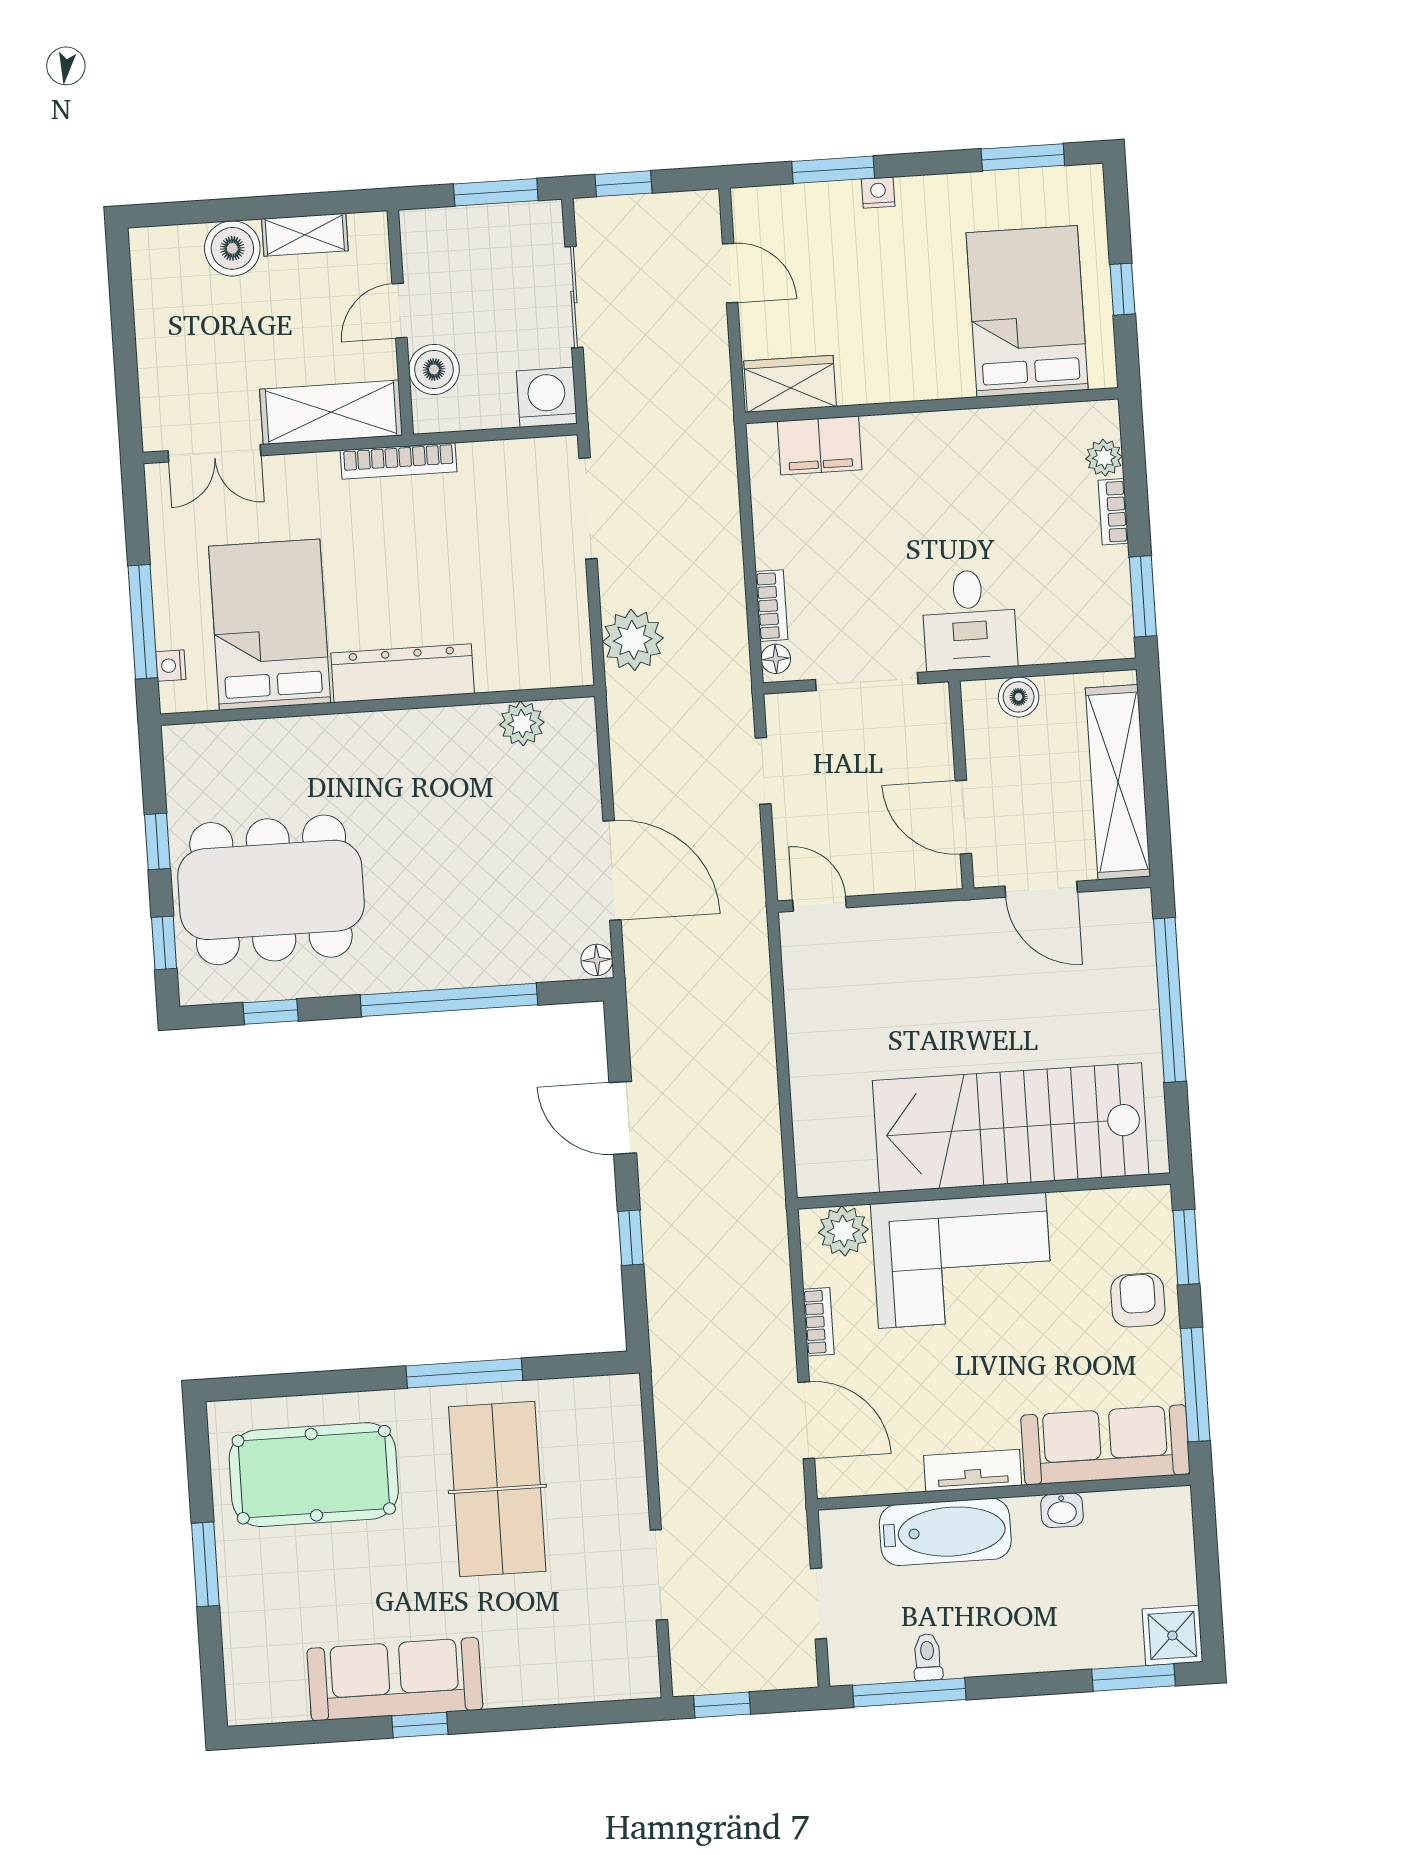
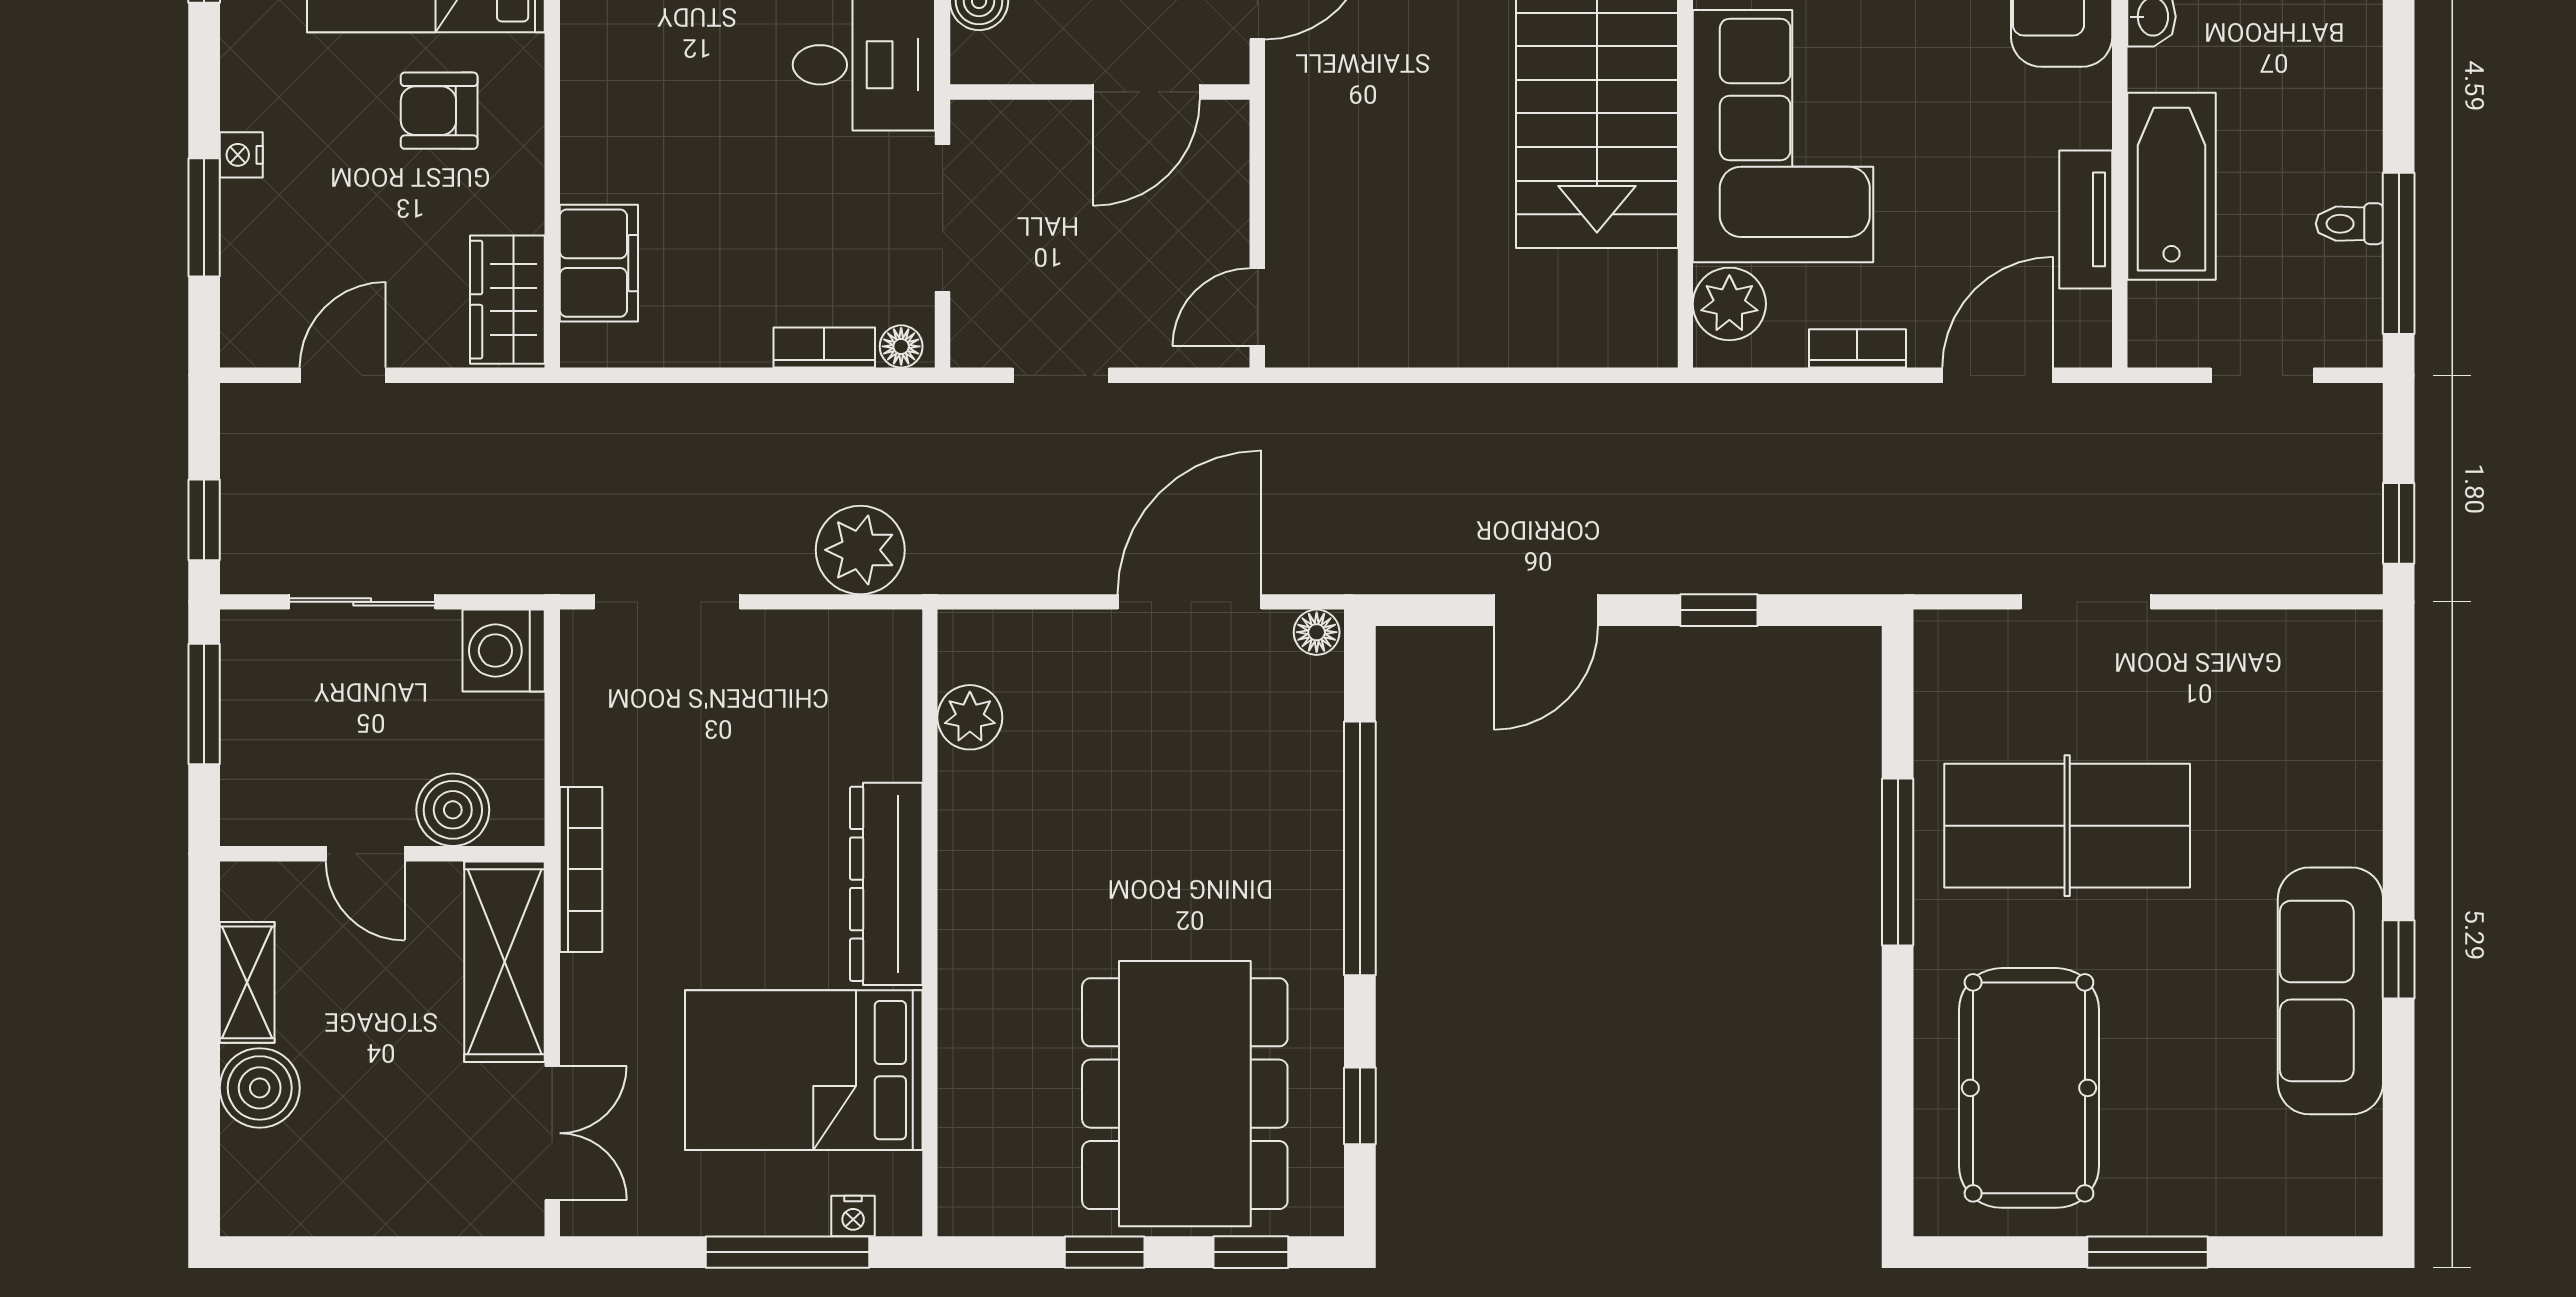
armchair: (918, 328) -> (439, 111), added
tv unit: (973, 1470) -> (2086, 219), moved
doorway: (659, 1575) -> (2086, 602), moved

